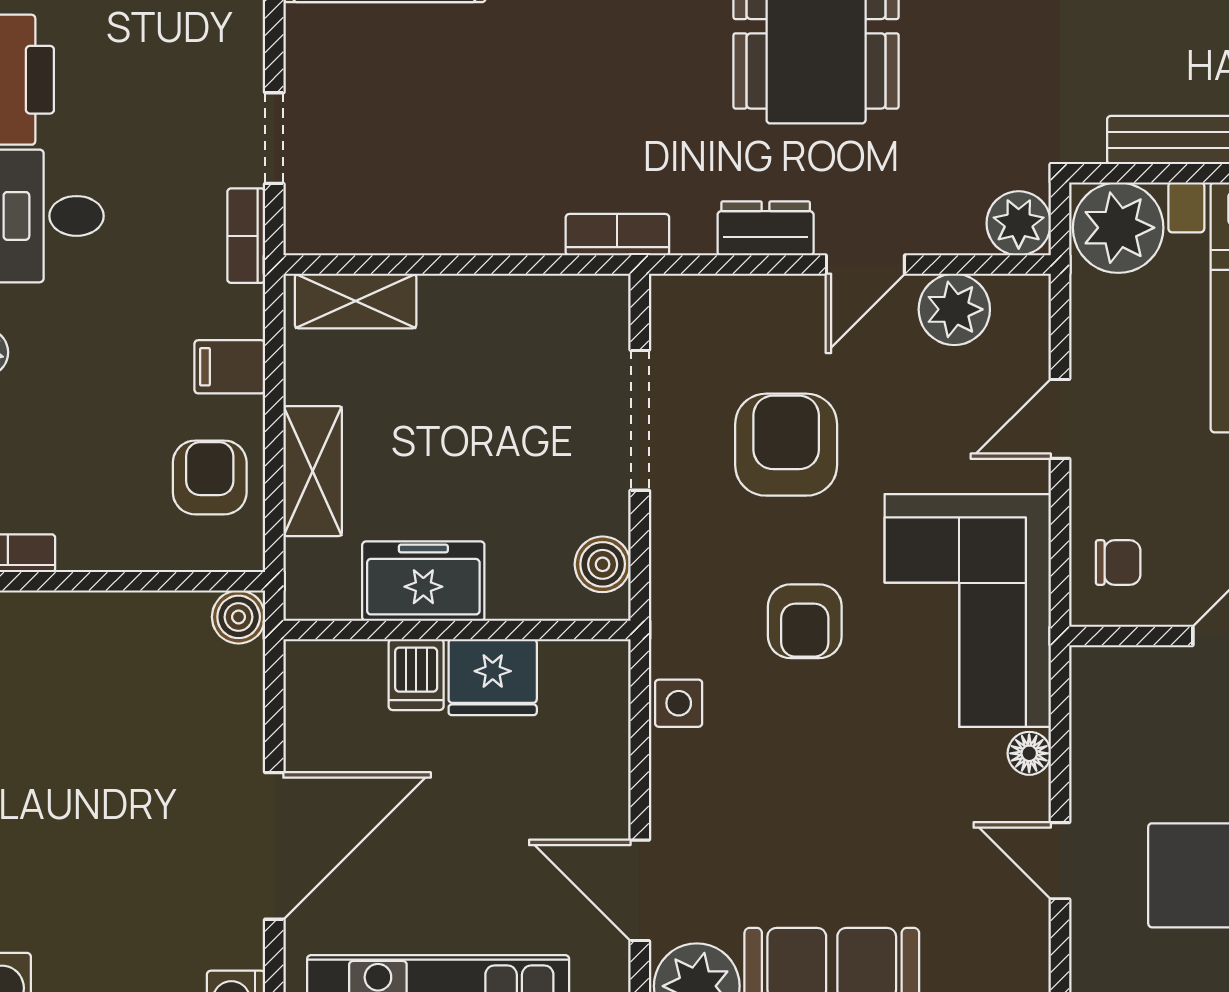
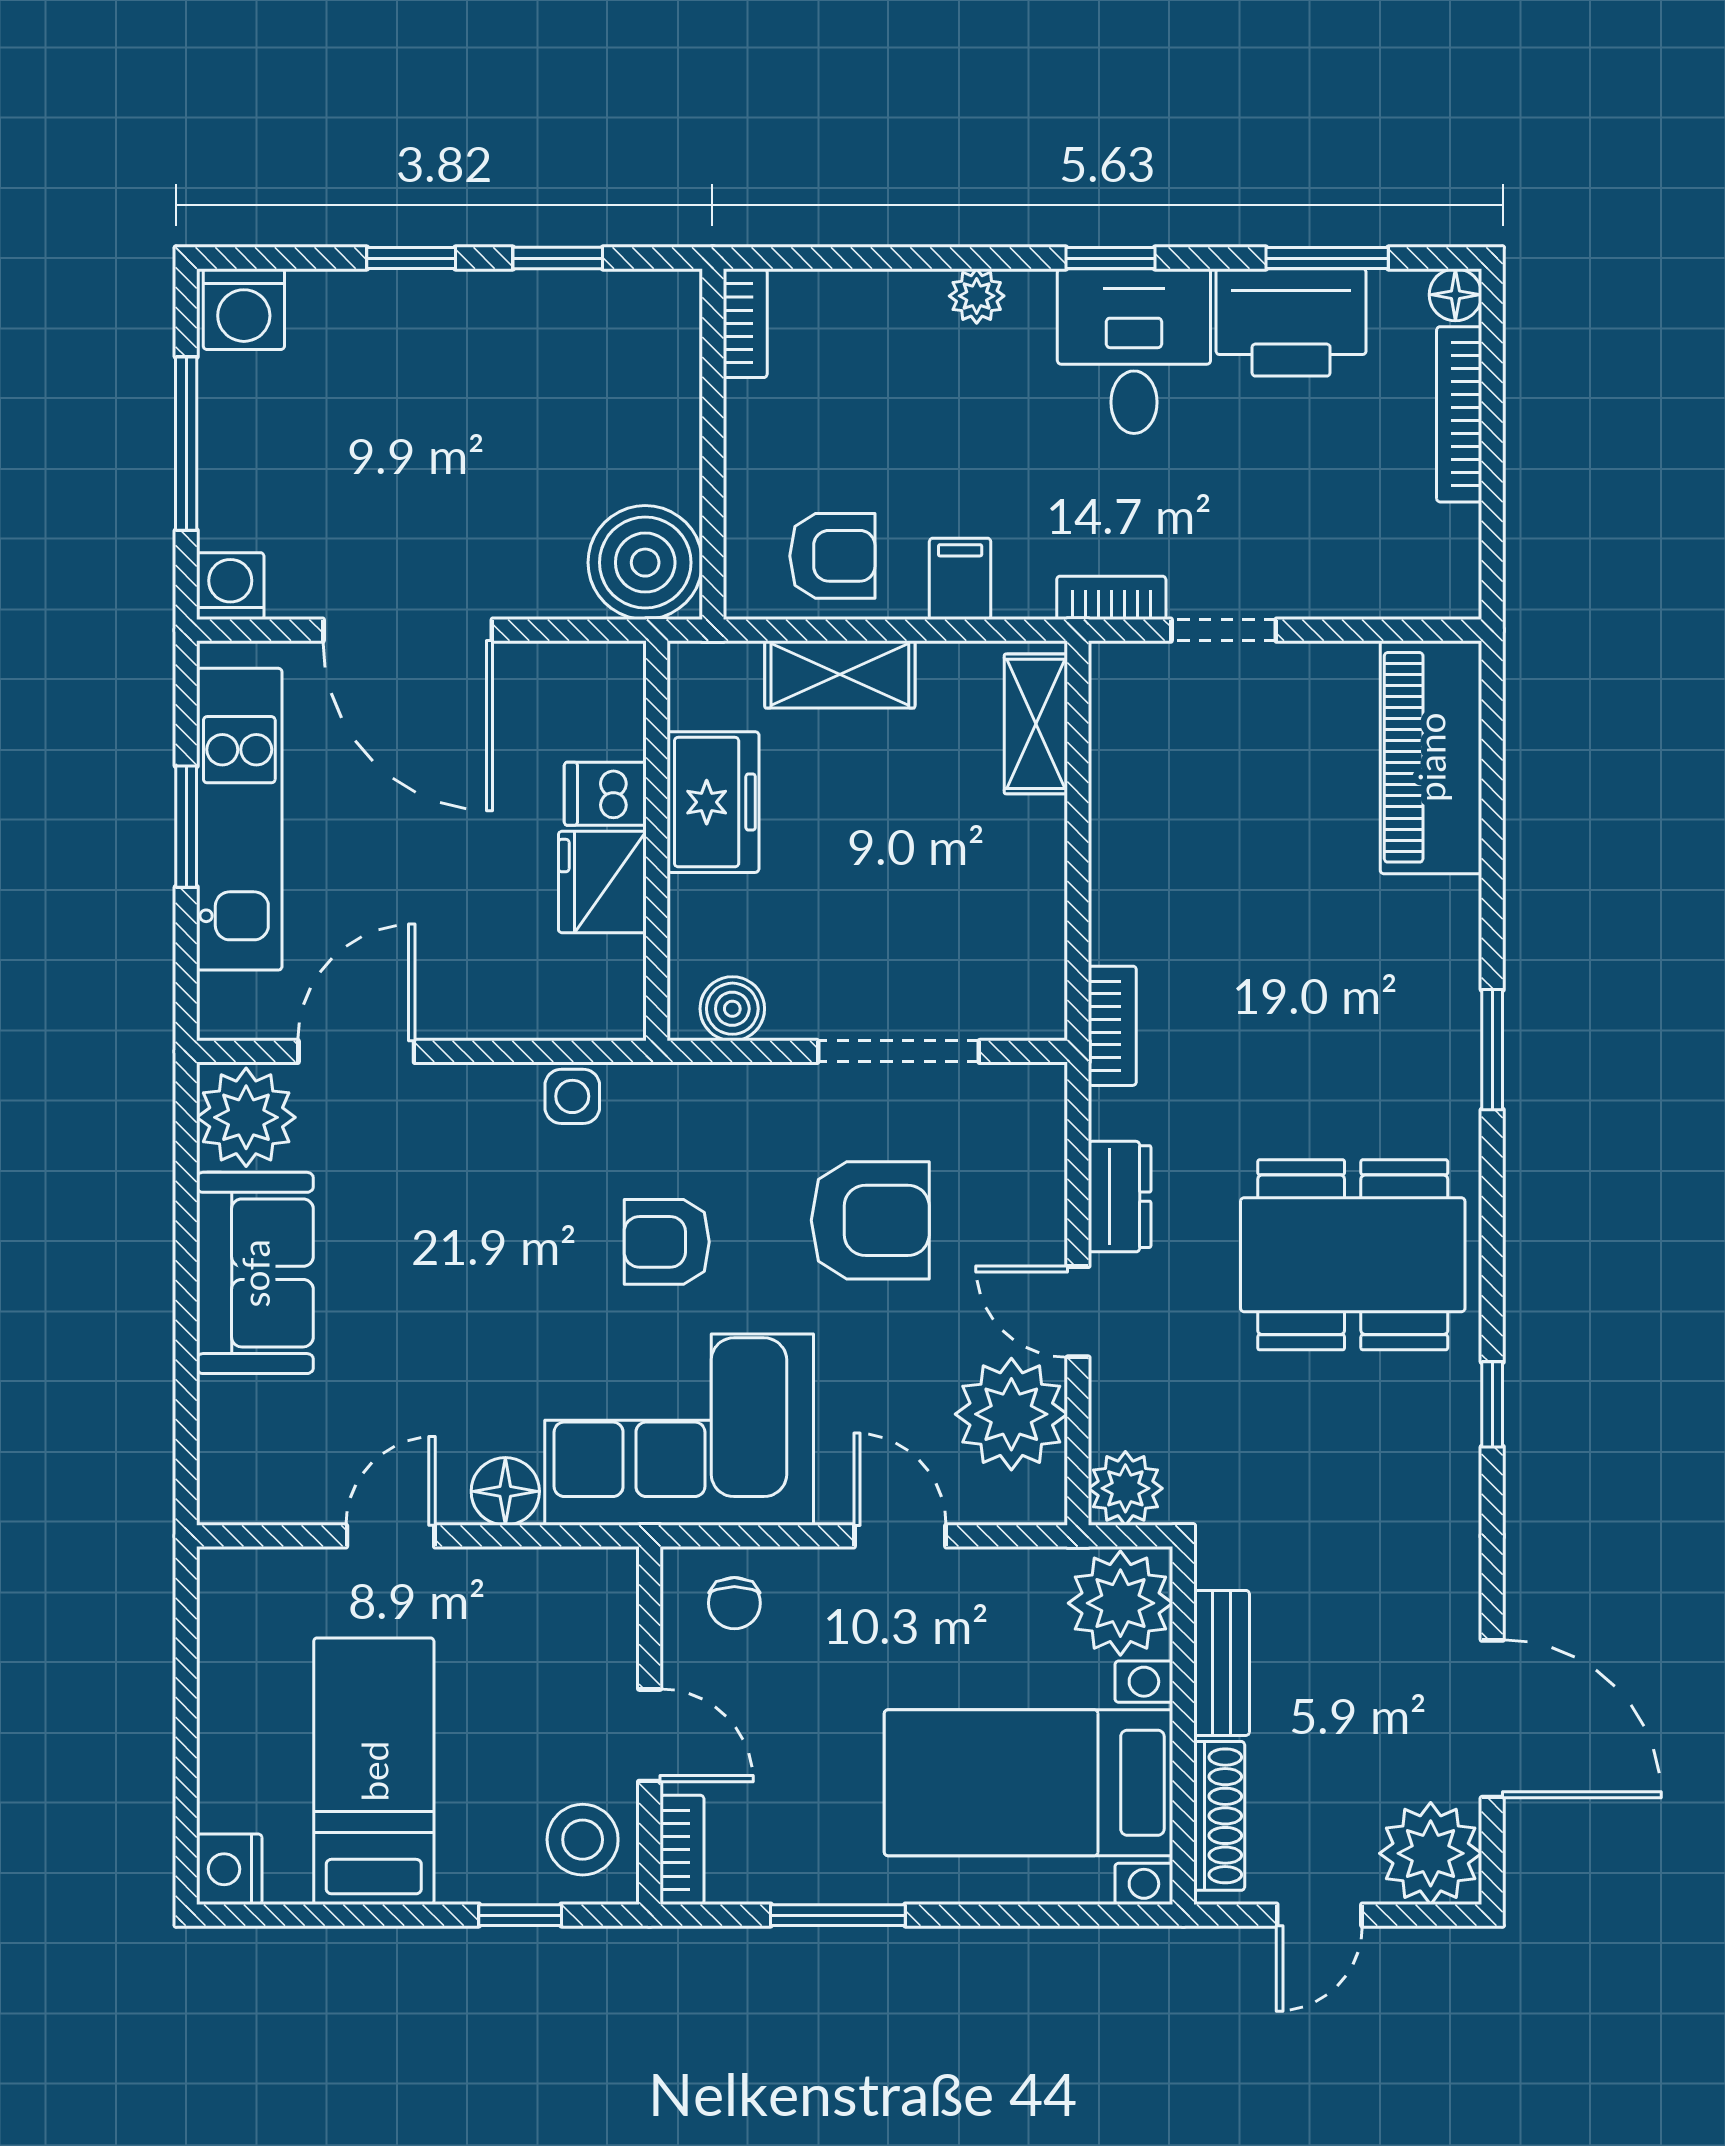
plant: (954, 309) -> (1011, 1414), width x1.36, depth x1.36
boiler: (239, 617) -> (645, 563), width x1.86, depth x1.86
floor lamp: (1029, 753) -> (505, 1491), width x1.37, depth x1.37

